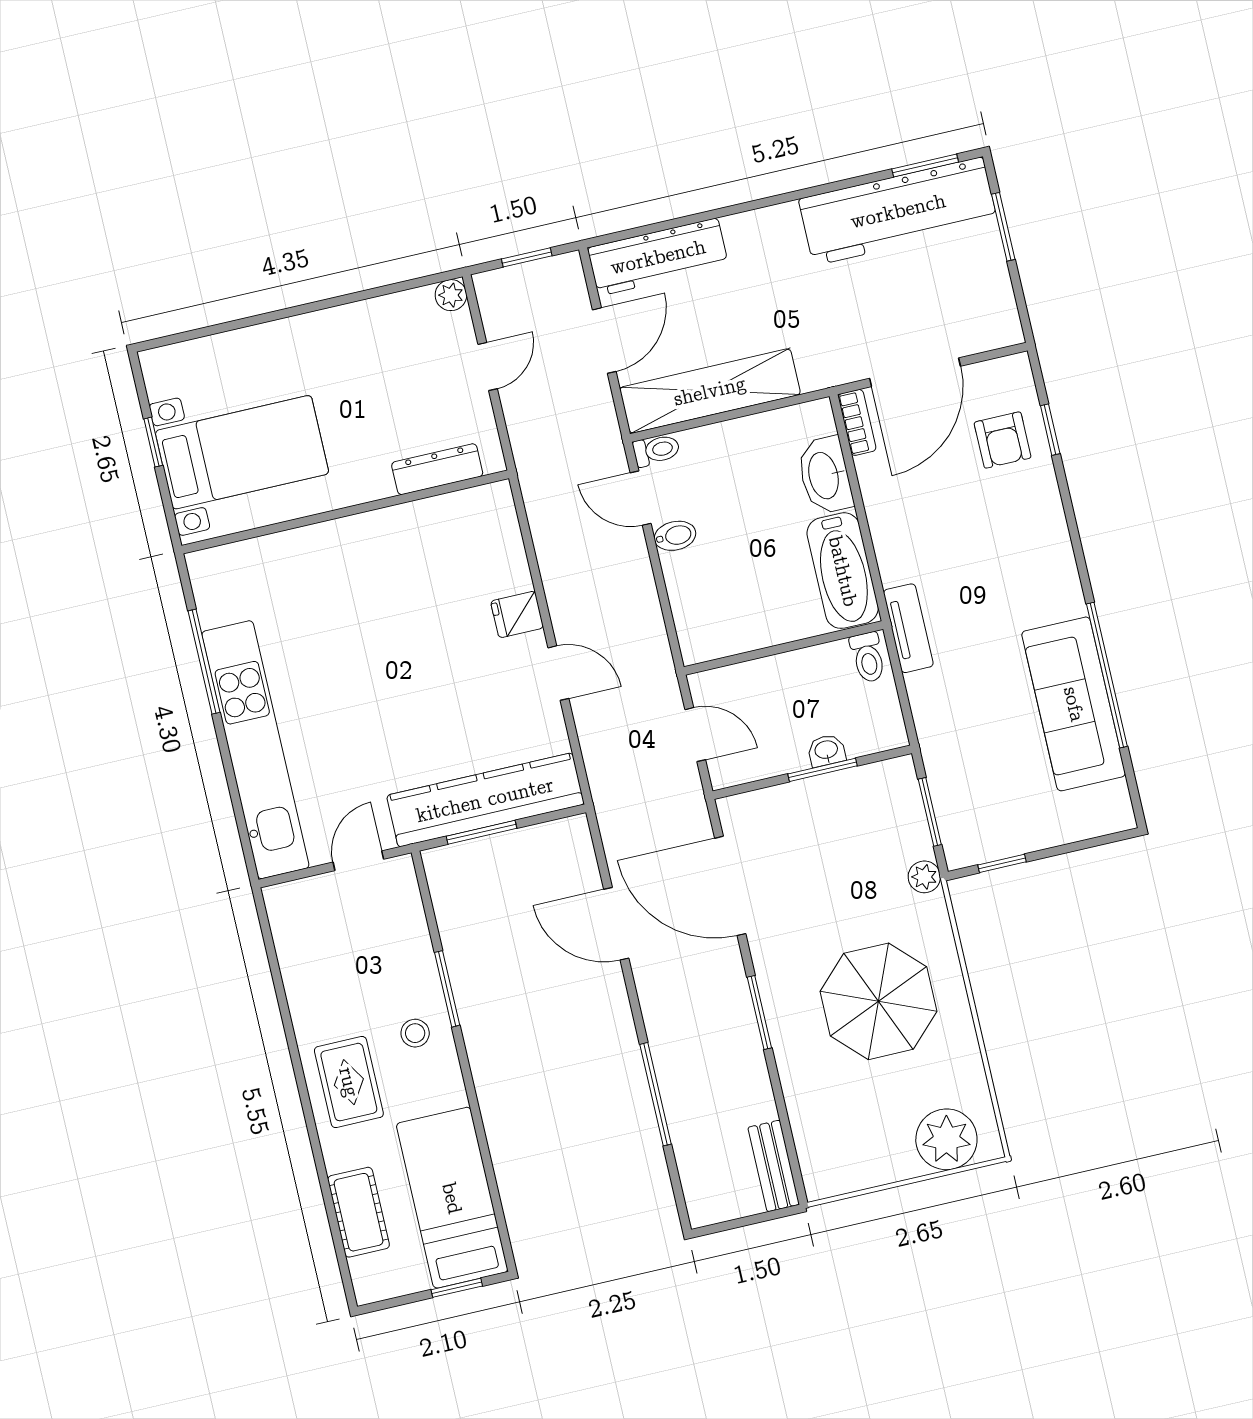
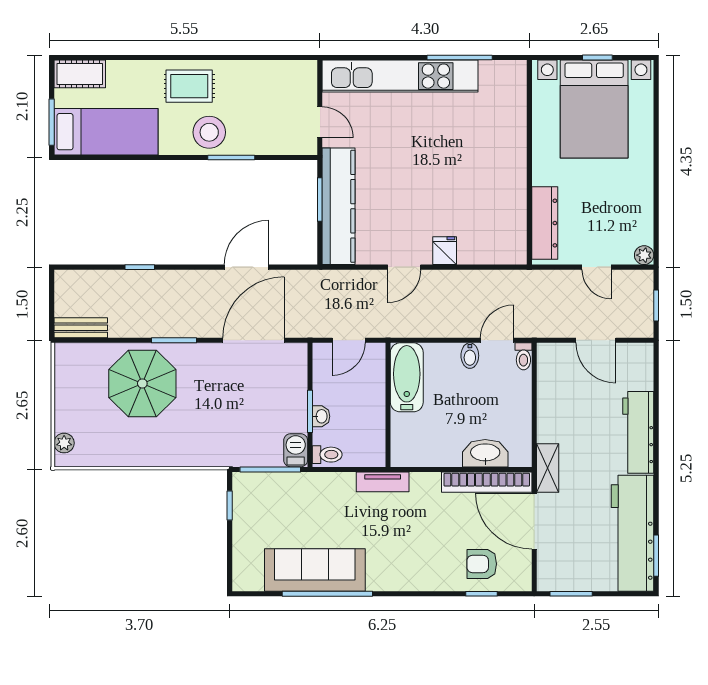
window: (1003, 227) -> (571, 594), moved
workbench: (658, 257) -> (638, 432), moved
shelving: (710, 391) -> (548, 468), moved, width x0.45, depth x0.75
bookcase: (857, 422) -> (487, 482), width x2.31, depth x1.31
bed with nightstands: (242, 452) -> (594, 109), width x1.36
dresser: (437, 469) -> (545, 223), width x1.37, depth x1.24
bathtub: (843, 571) -> (407, 377), moved, turned 90
toilet: (868, 657) -> (327, 455), moved, turned 180
barbecue: (890, 778) -> (296, 450), added
window: (930, 812) -> (270, 469), width x1.44
plant: (924, 877) -> (232, 457), removed
parasol: (879, 1001) -> (142, 383), moved
stool: (415, 1033) -> (209, 132), width x1.89, depth x1.89
window: (656, 1094) -> (140, 267), width x0.46
plant: (946, 1139) -> (64, 443), width x0.53, depth x0.53
cot: (359, 1212) -> (80, 74), moved
window: (457, 1288) -> (52, 122), width x1.50

